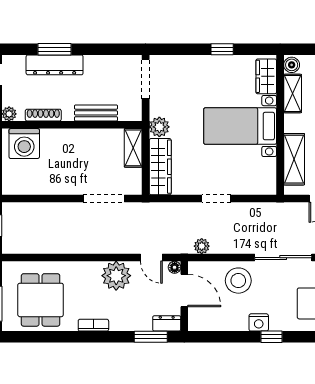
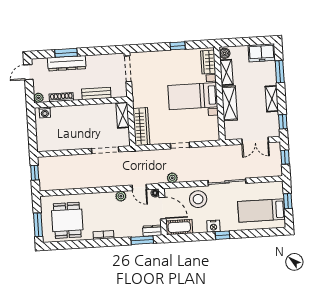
plant: (159, 127) -> (139, 100), removed
washing machine: (24, 144) -> (45, 112), width x0.53, depth x0.53
shelving: (294, 159) -> (229, 103), moved
plant: (116, 276) -> (121, 196), width x0.53, depth x0.53
cot: (207, 321) -> (179, 227), added

